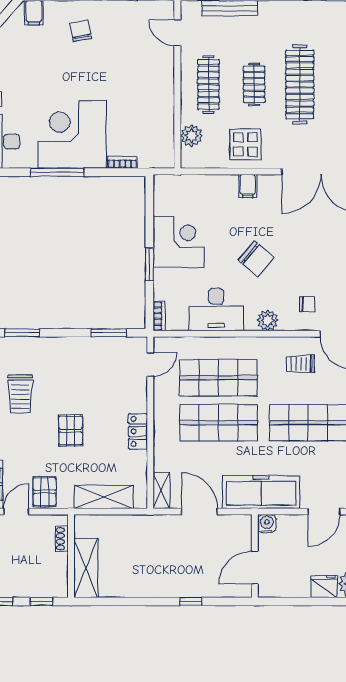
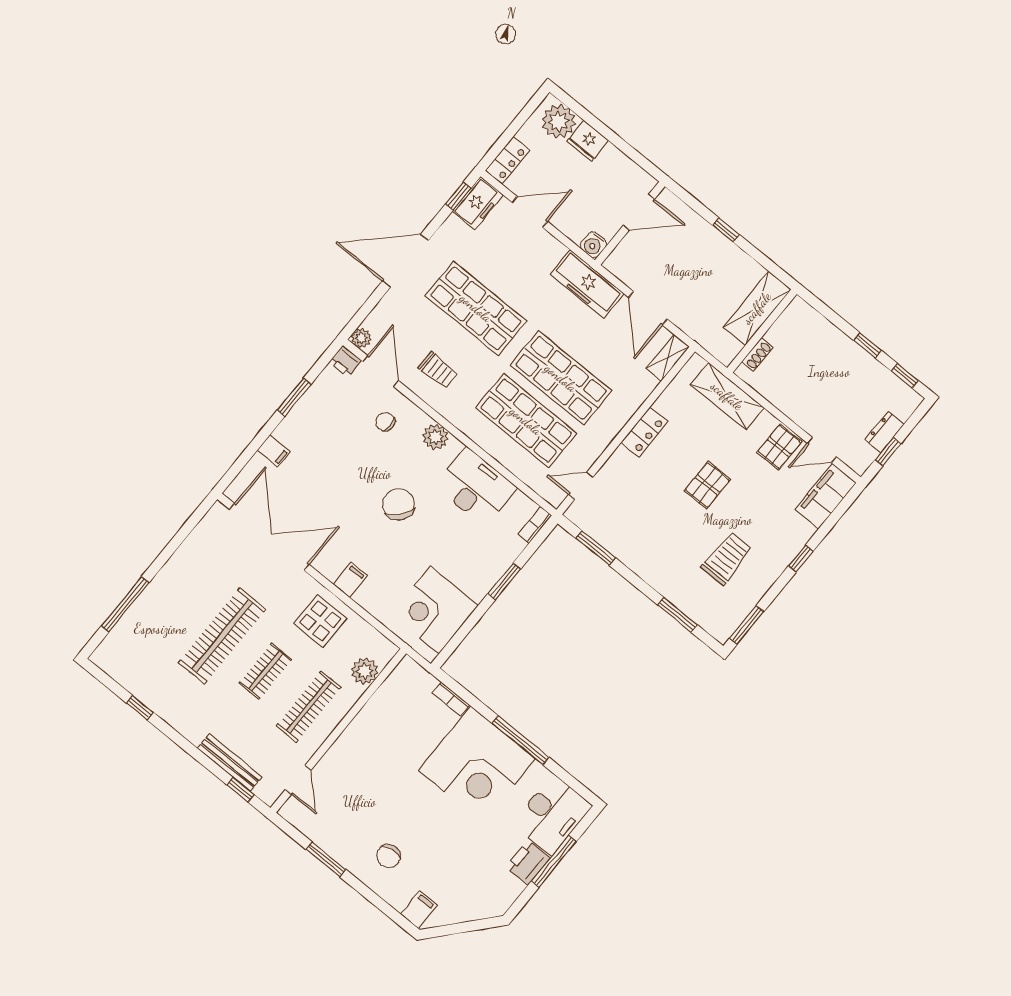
corner desk: (179, 242) -> (435, 610), moved
freezer: (261, 492) -> (587, 284), width x0.73, depth x0.79
shoe rack: (62, 539) -> (757, 354), moved
wall: (71, 556) -> (762, 331), moved
shelving: (86, 568) -> (757, 308), moved

